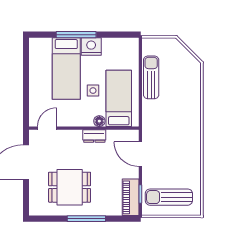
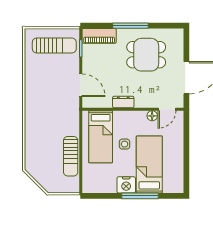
floor lamp: (99, 121) -> (152, 116), moved
piano: (131, 197) -> (99, 36), moved, turned 90

